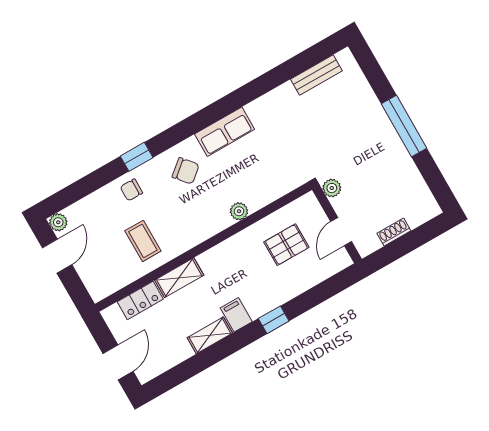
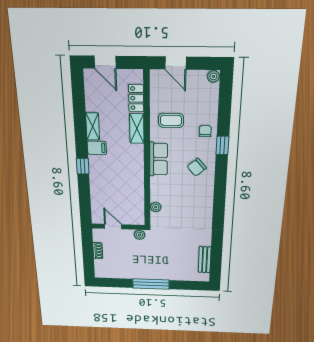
row of seats: (225, 132) -> (159, 159), moved, turned 180
plant: (239, 211) -> (156, 207), moved
pallet: (286, 245) -> (122, 196), removed
door: (57, 256) -> (176, 63), moved

